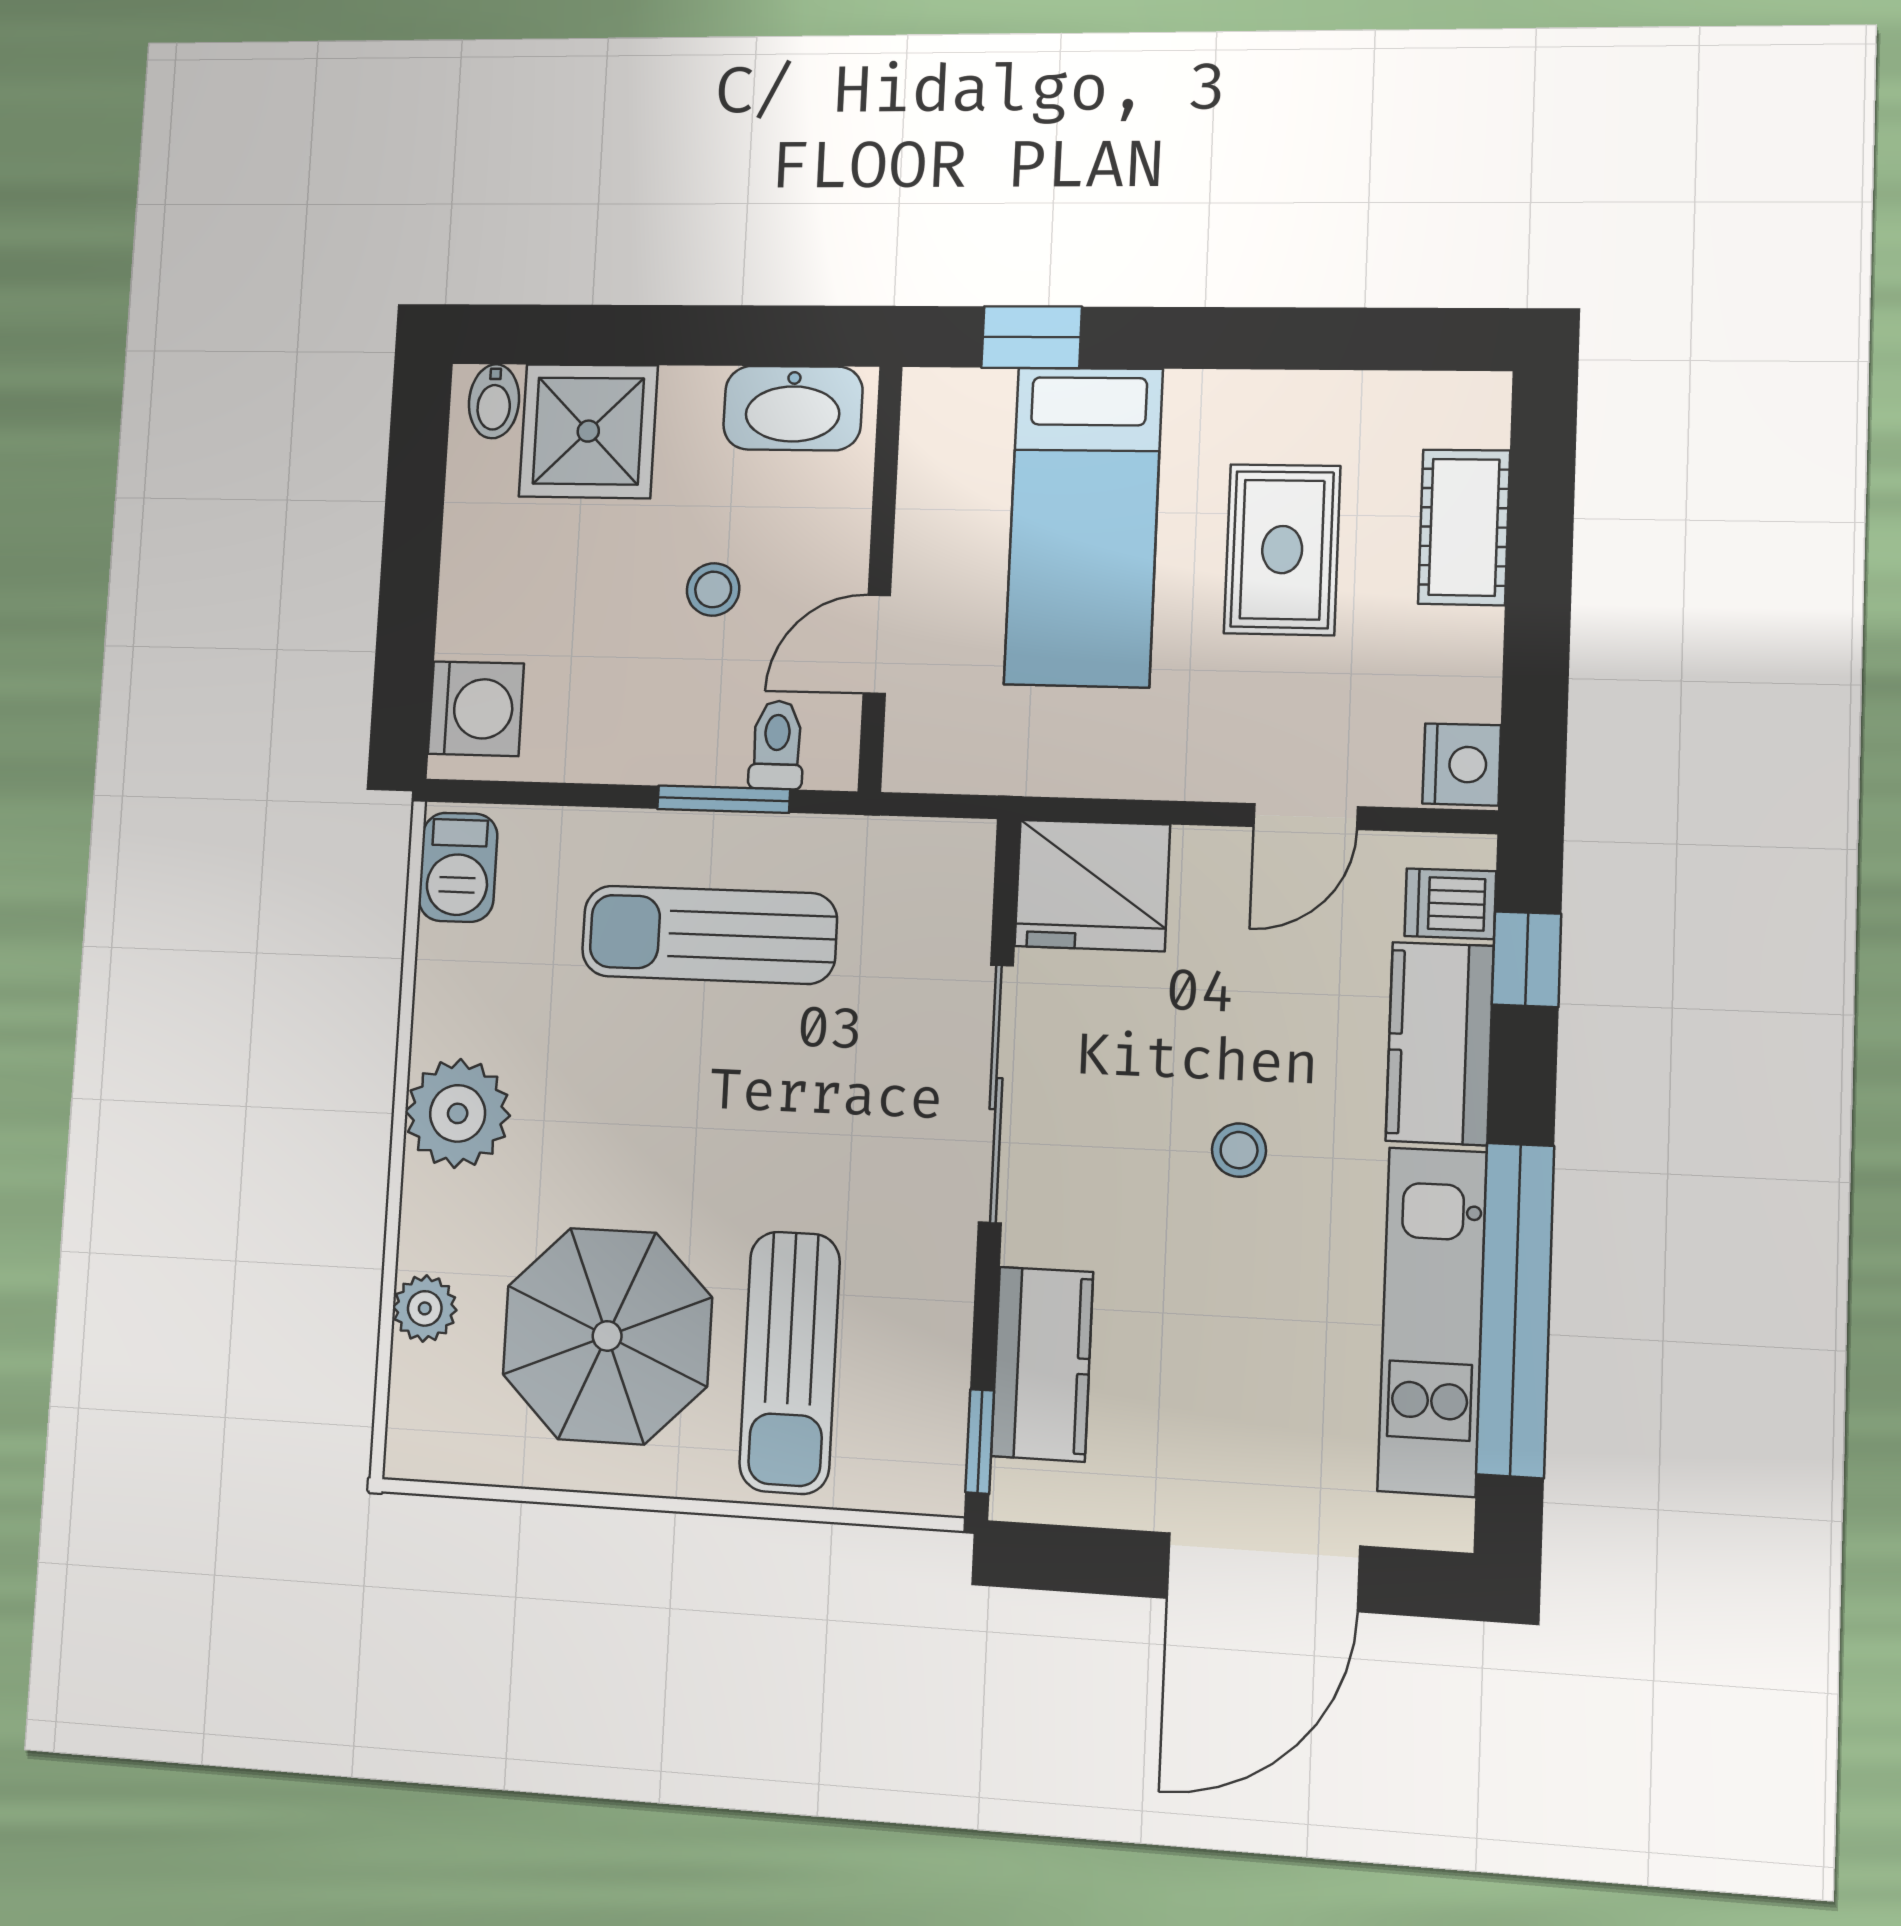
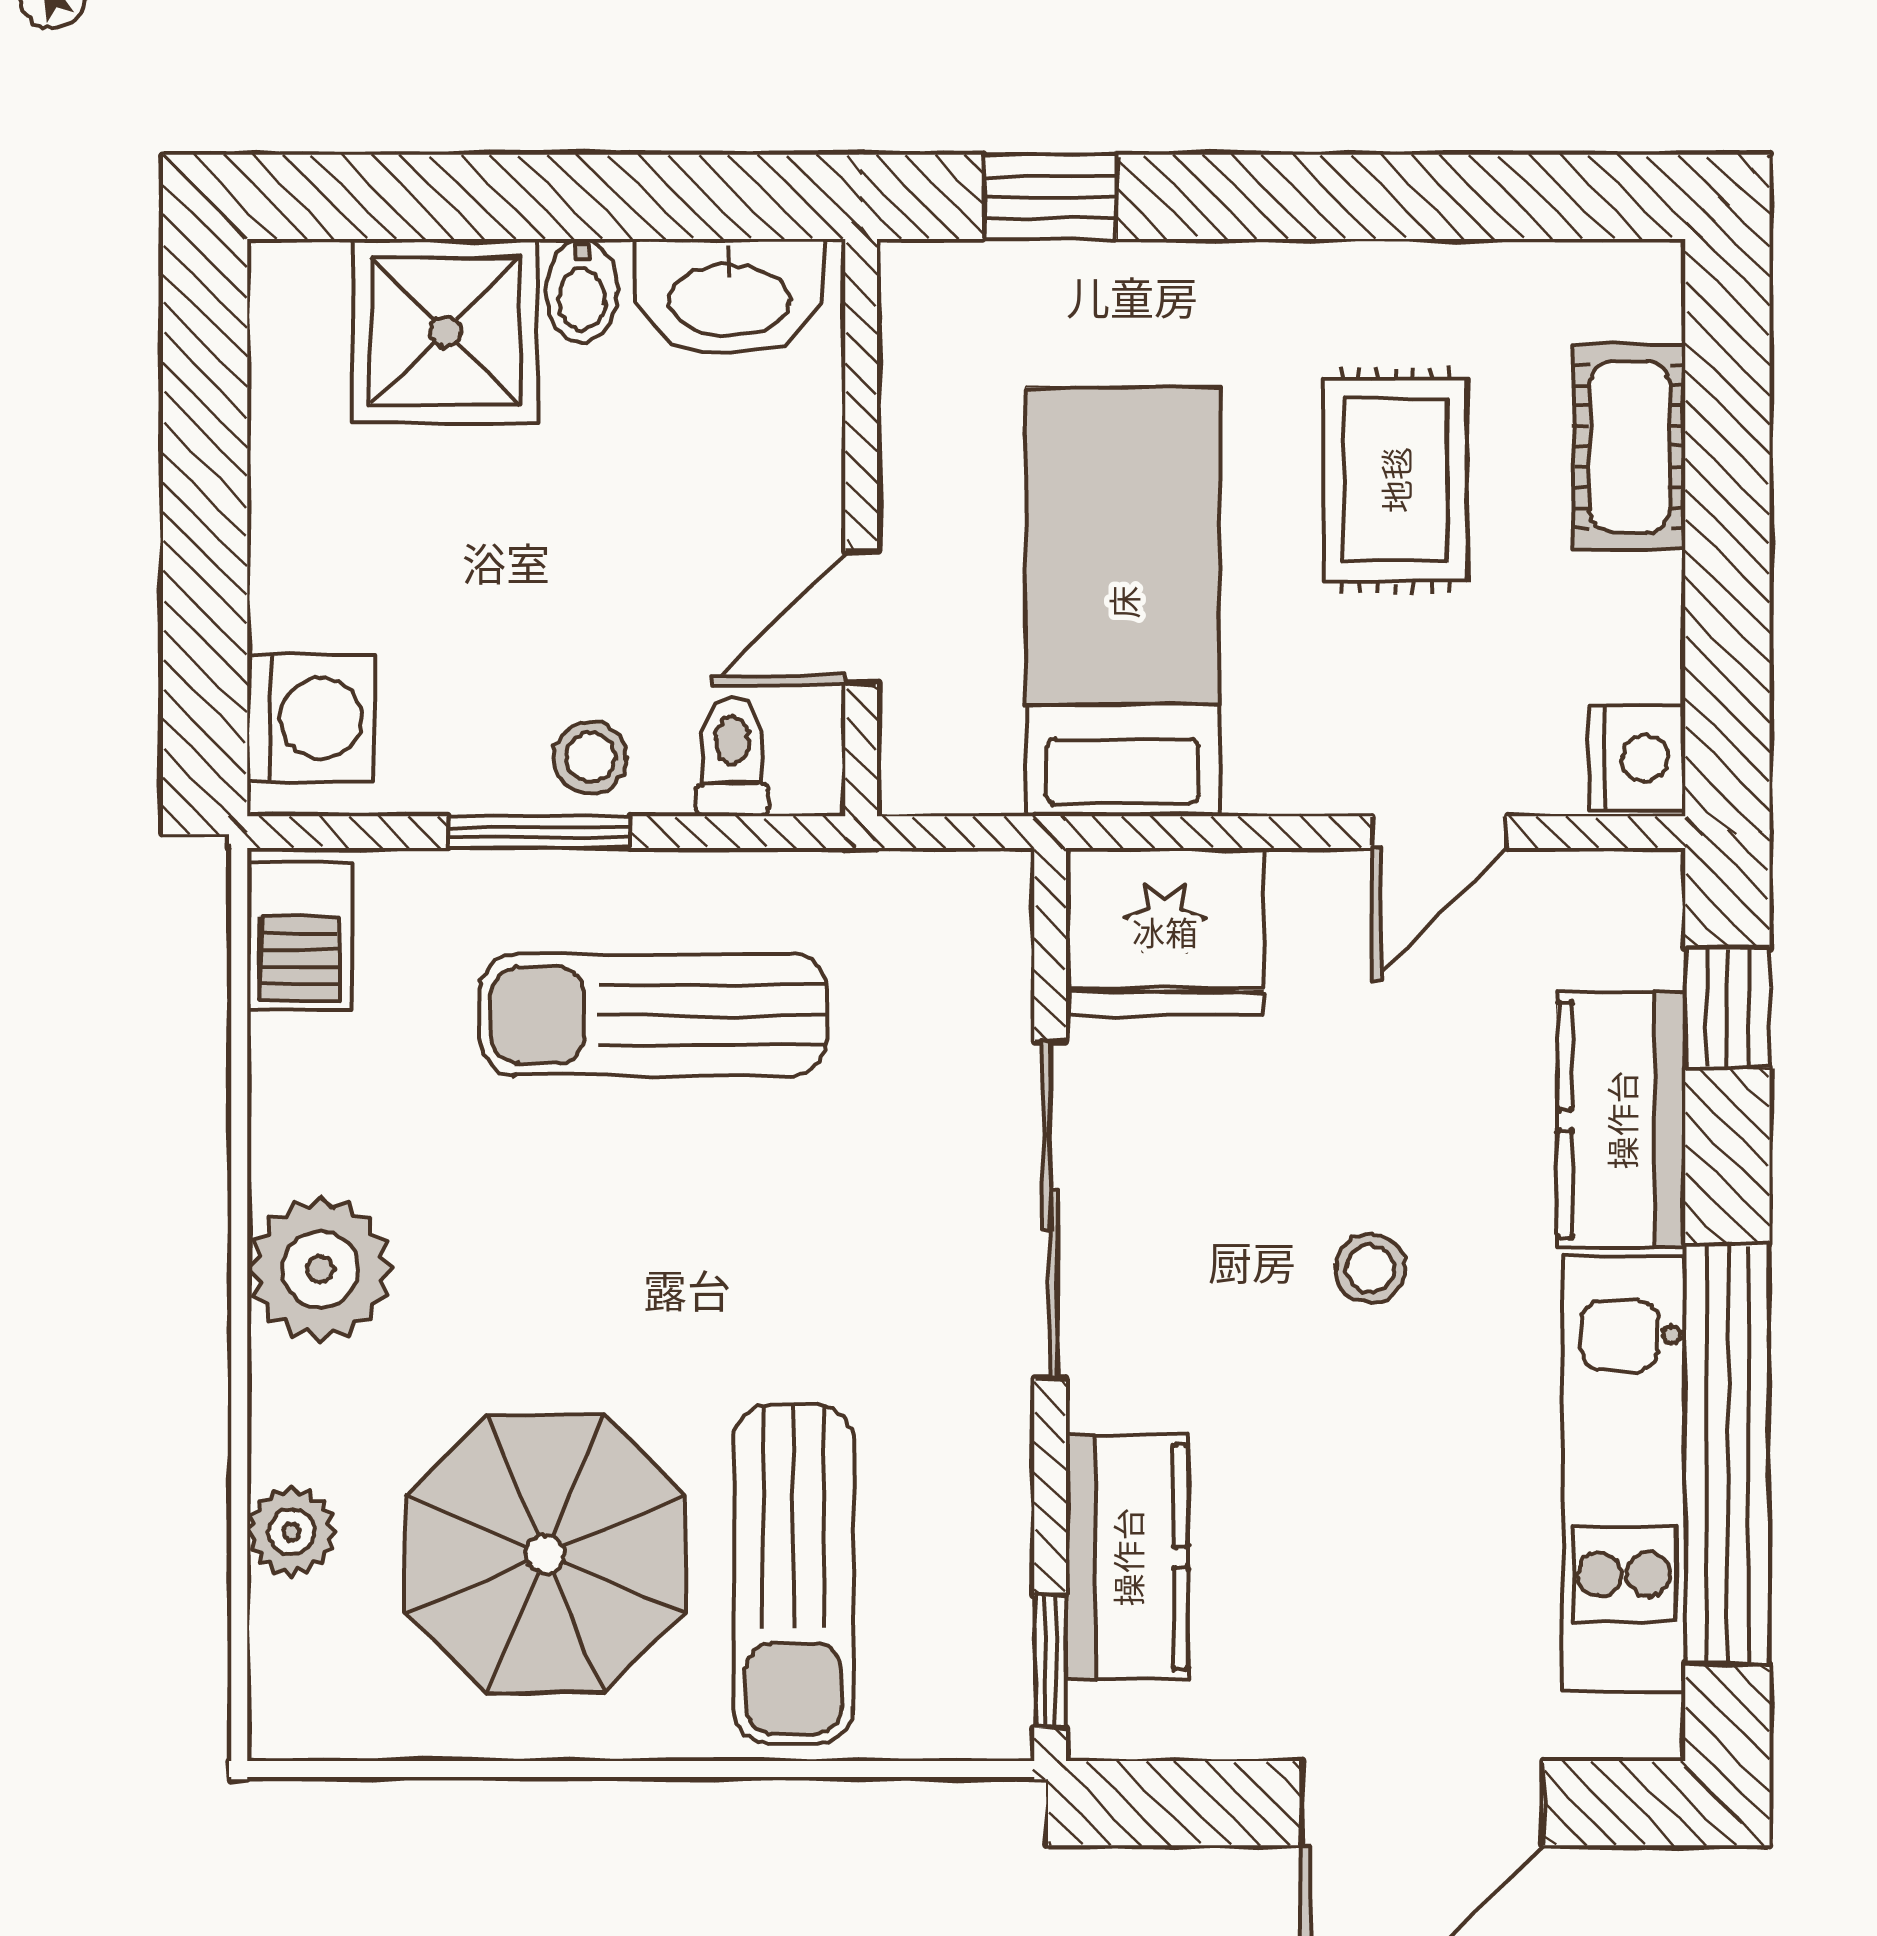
bidet: (494, 401) -> (582, 291), moved
bed: (1083, 526) -> (1123, 602), moved, turned 180
stool: (713, 589) -> (590, 758), moved
window: (724, 799) -> (539, 832), moved
dishwasher: (1450, 904) -> (1629, 939), removed

